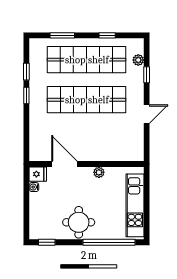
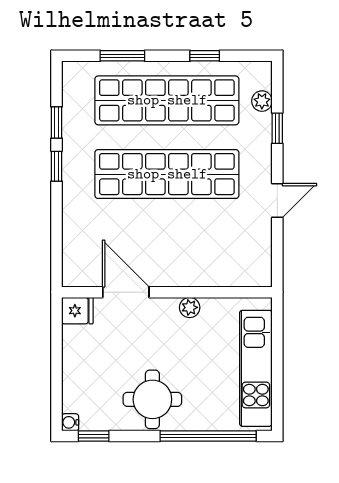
water cooler: (34, 187) -> (70, 422), moved

